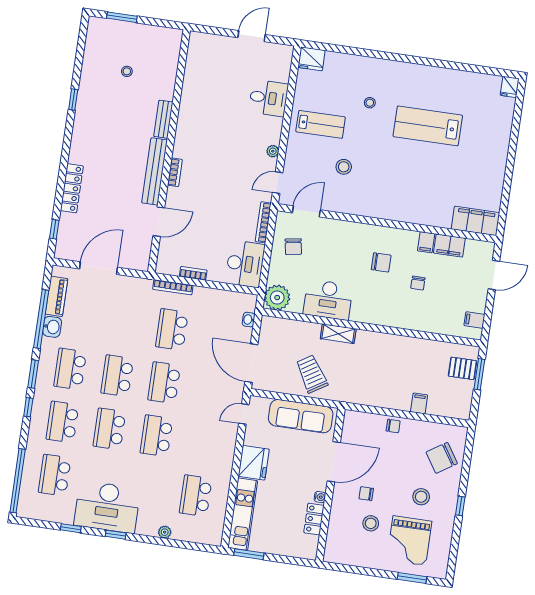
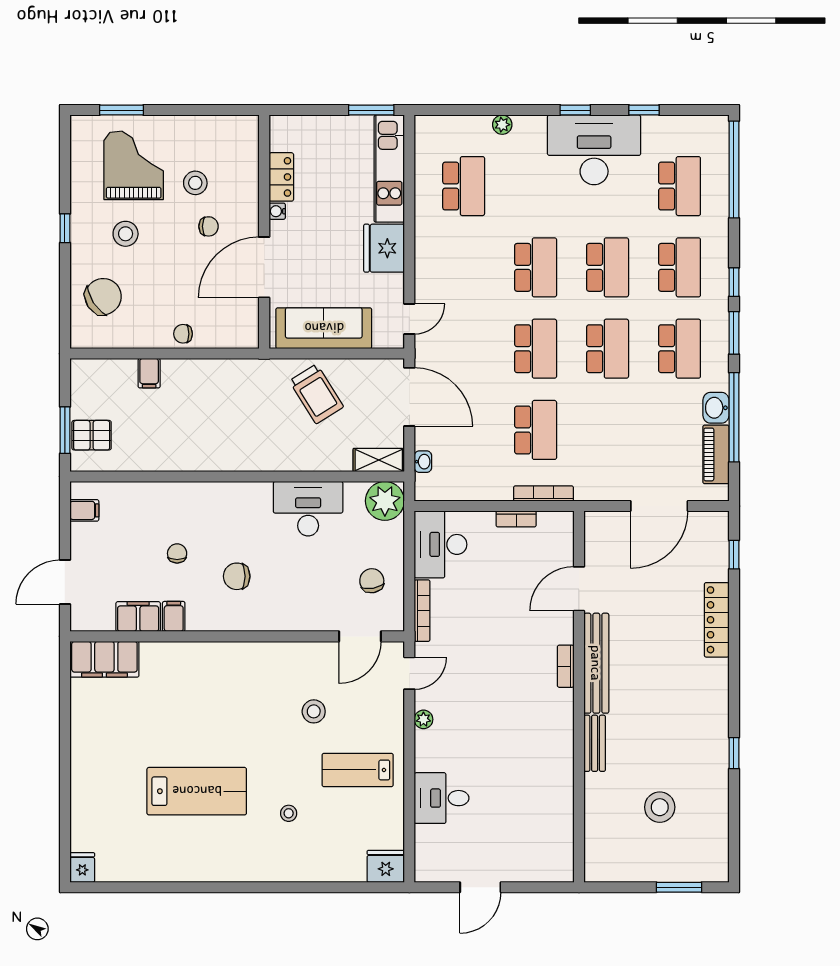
stool: (127, 71) -> (660, 807), width x1.89, depth x1.89
shelving: (338, 334) -> (379, 460), moved

